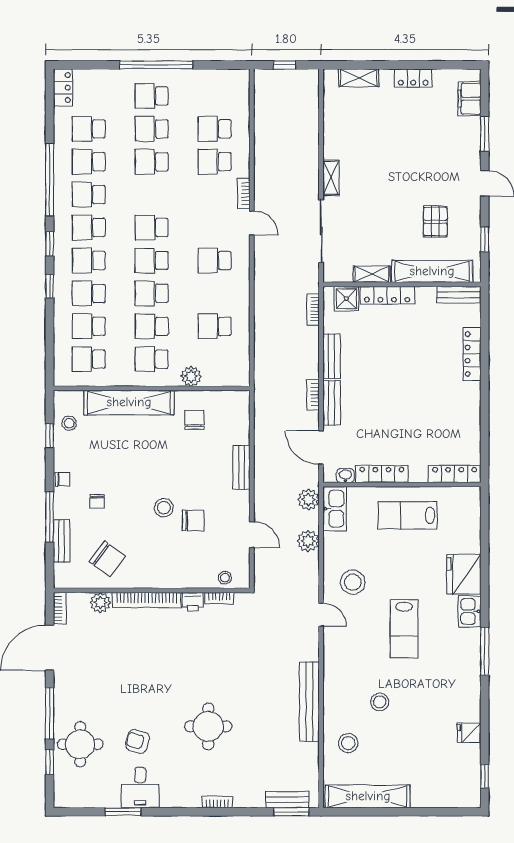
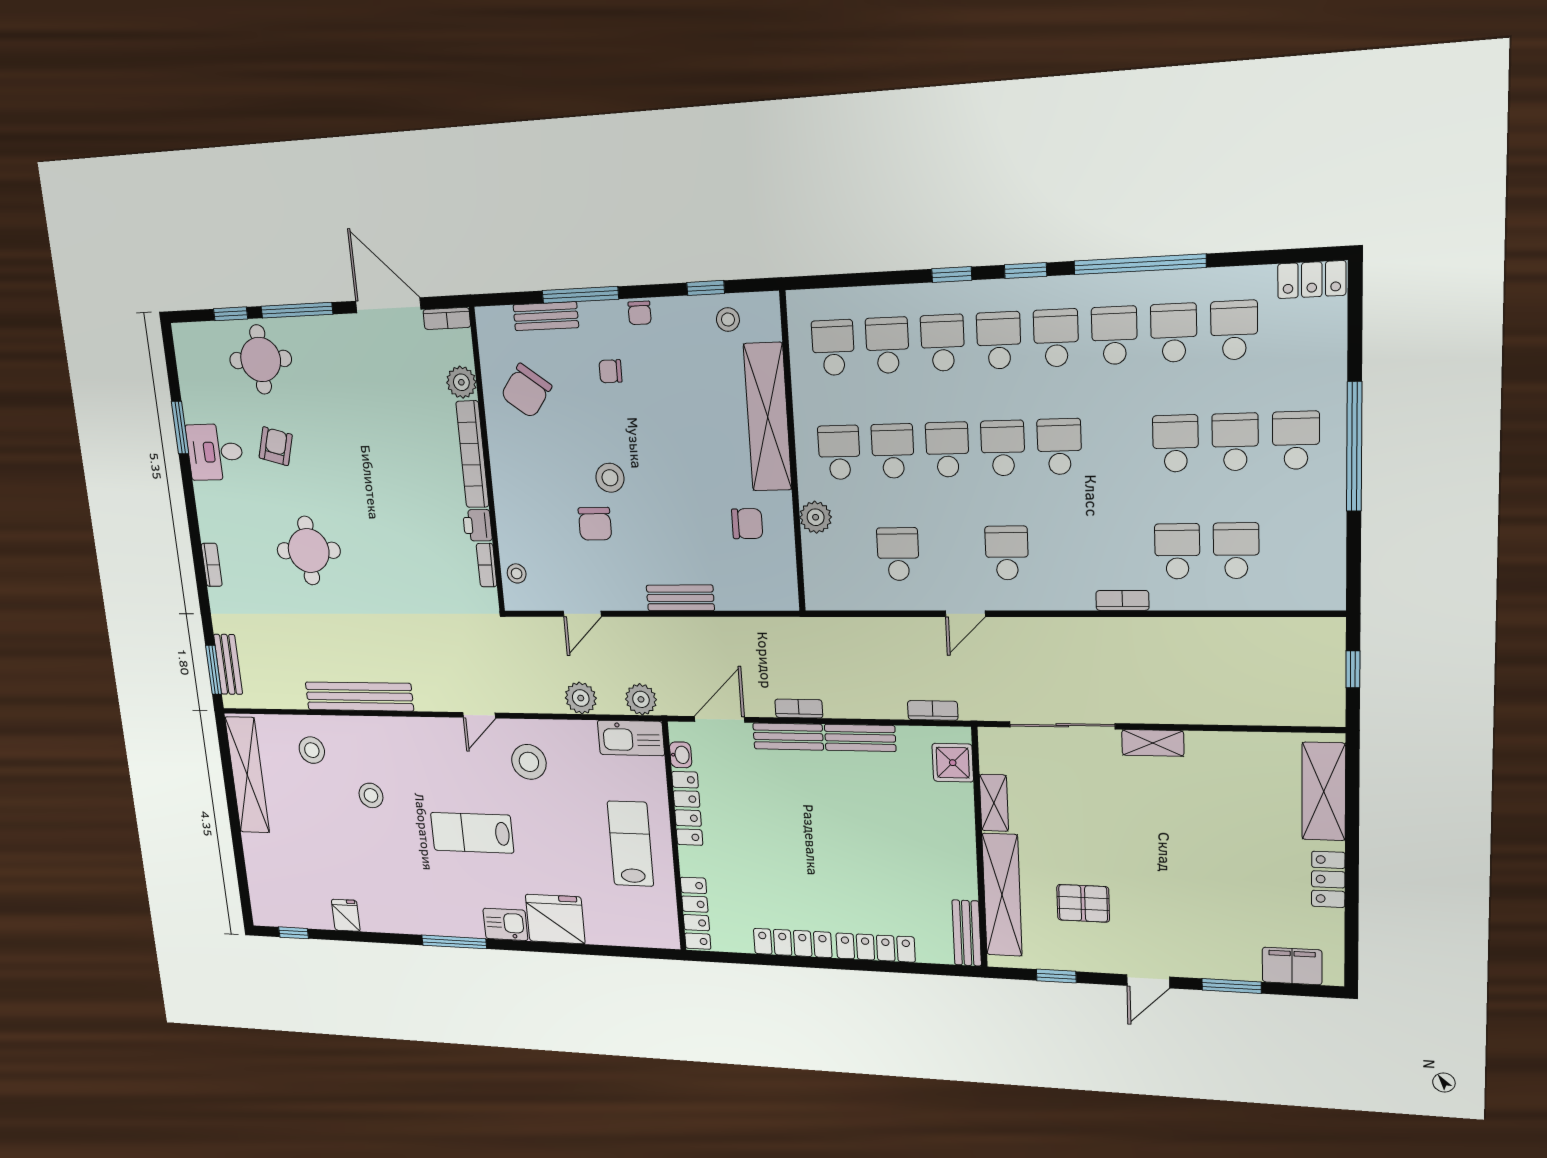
shelving: (359, 78) -> (1324, 791), width x1.50, depth x1.33
door: (252, 223) -> (965, 614), moved
locker: (387, 295) -> (793, 943), moved, turned 90

